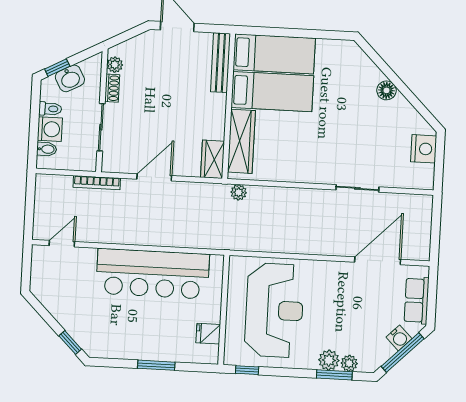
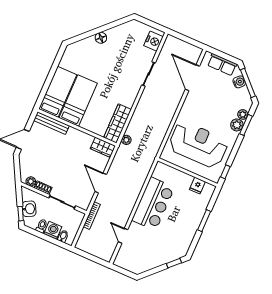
wardrobe: (241, 141) -> (117, 124), moved, turned -90
nightstand: (424, 149) -> (154, 41), moved, turned 90
door: (62, 244) -> (123, 236), moved
bar counter: (153, 274) -> (153, 204), width x0.73

